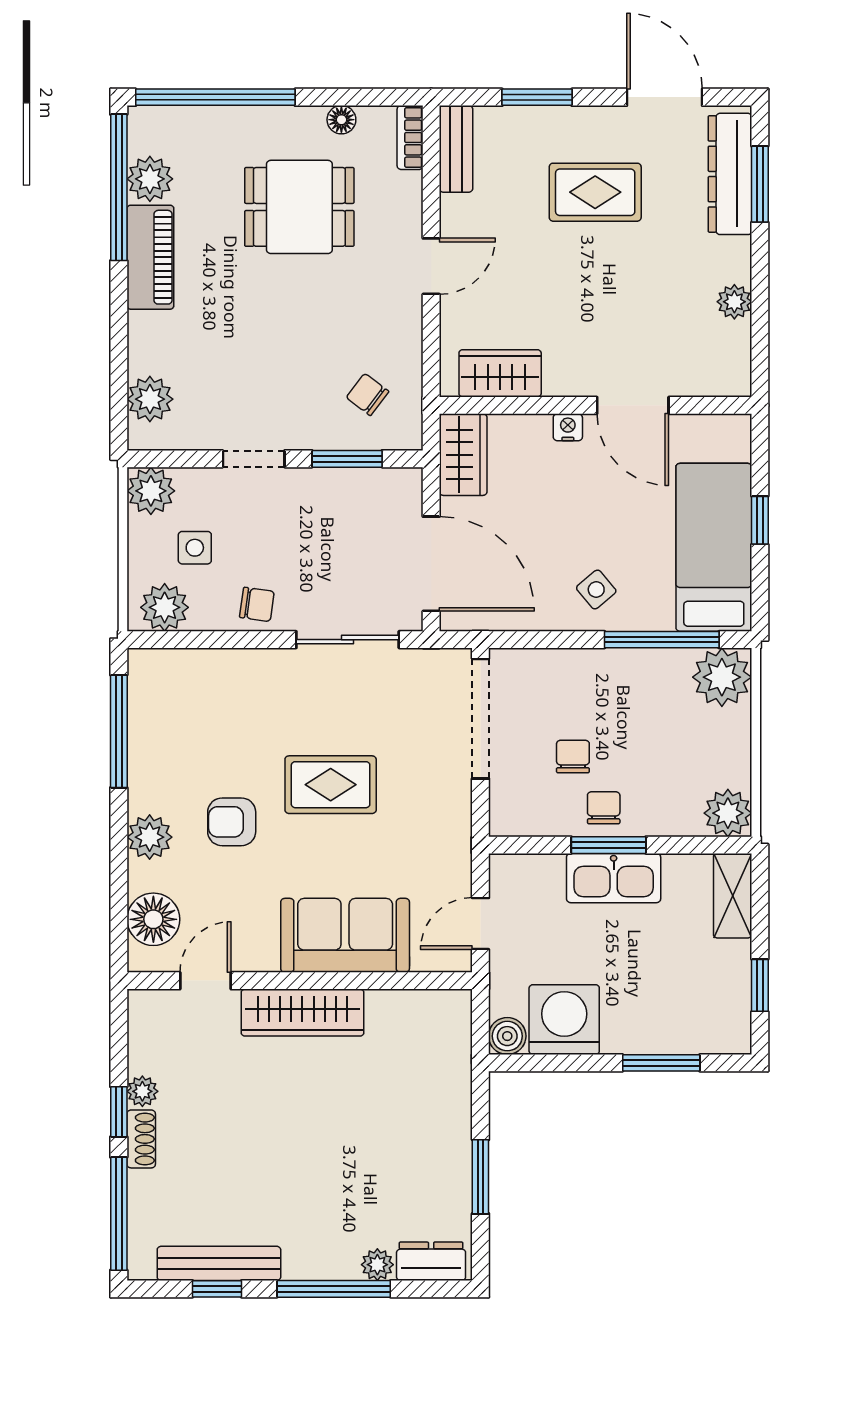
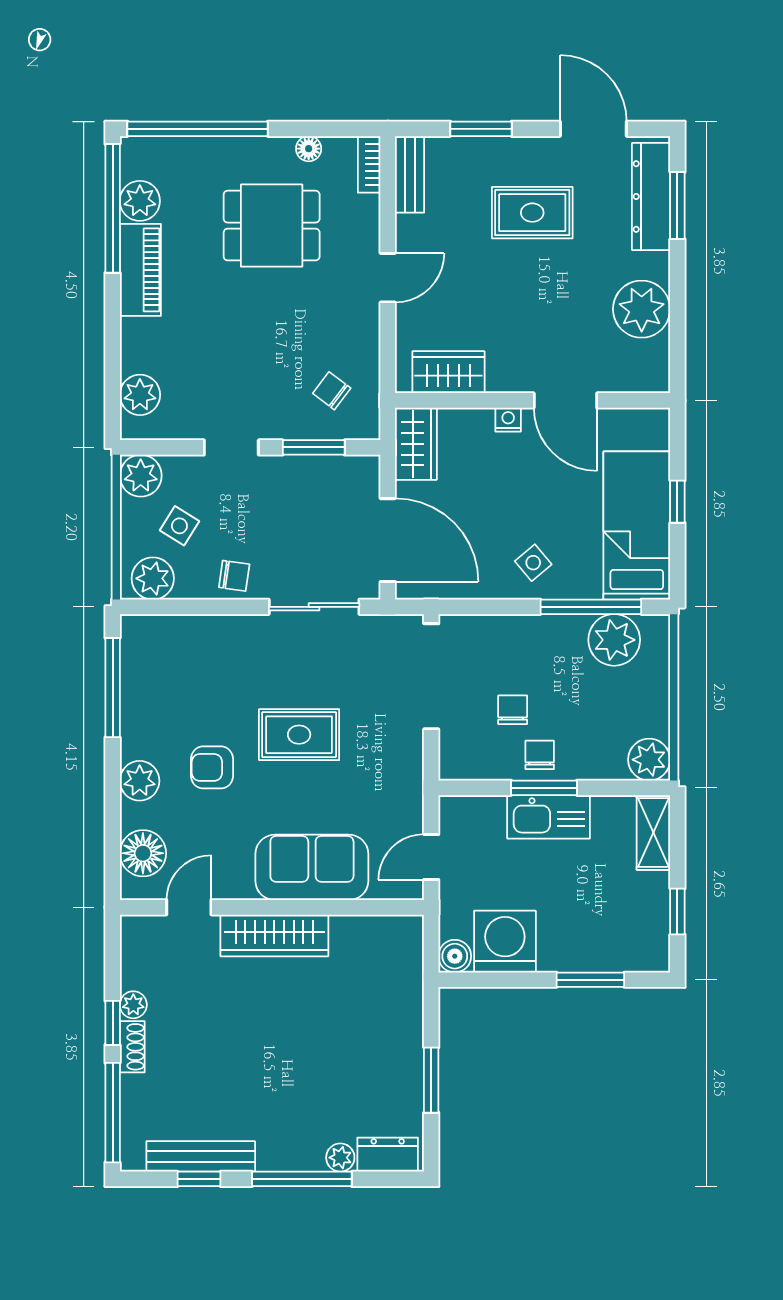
plant: (734, 302) -> (642, 309), width x1.88, depth x1.88
side table: (195, 548) -> (179, 526), turned 32
plant: (722, 677) -> (614, 640), moved

